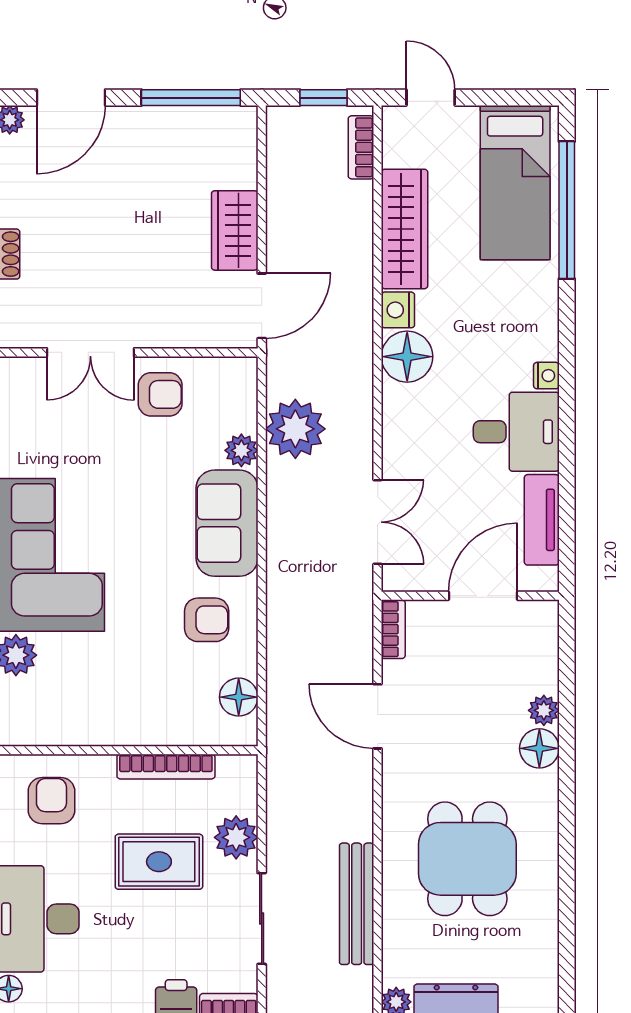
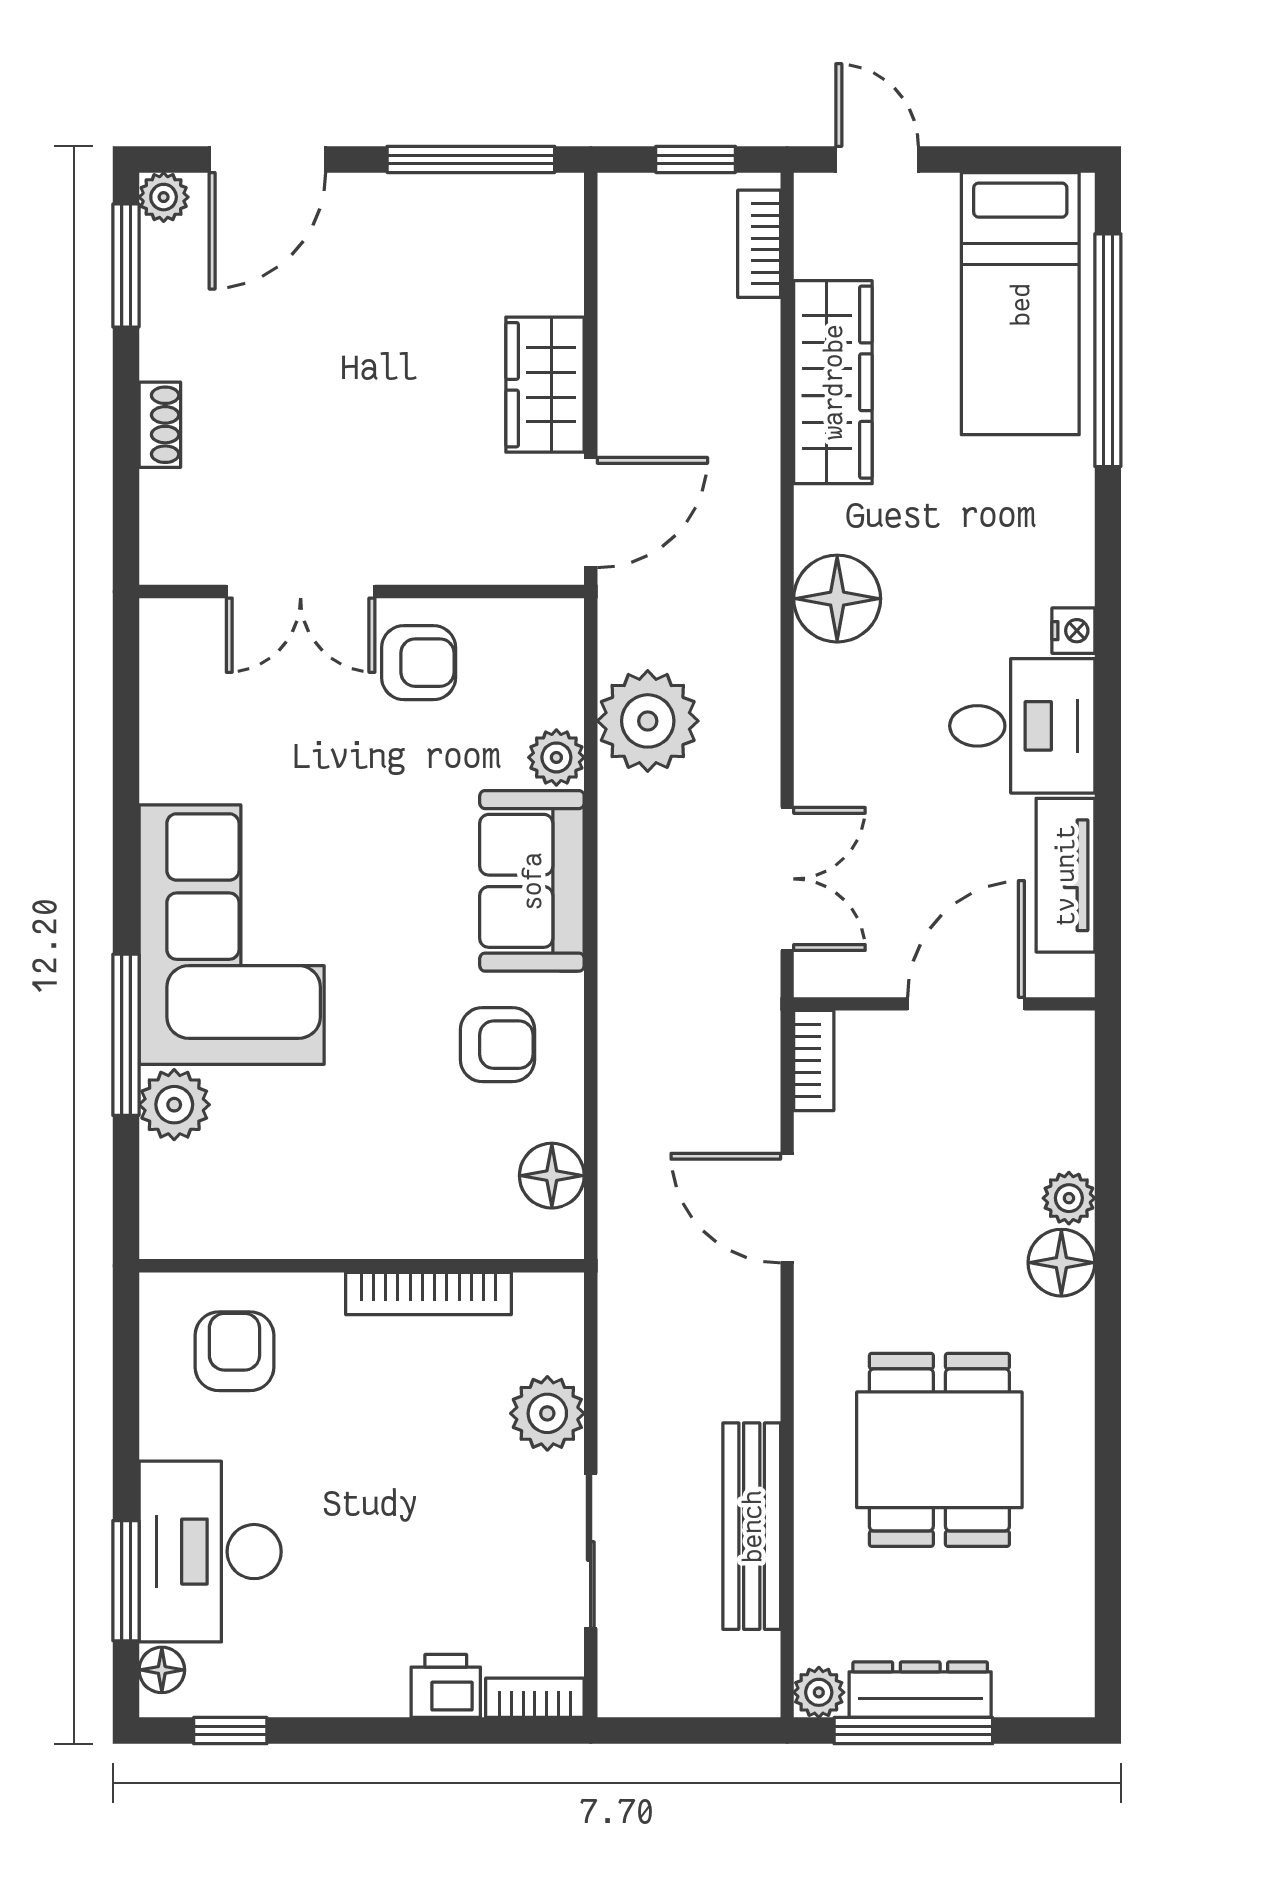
nightstand: (398, 310) -> (822, 519), removed
rug: (159, 862) -> (417, 1455), removed

